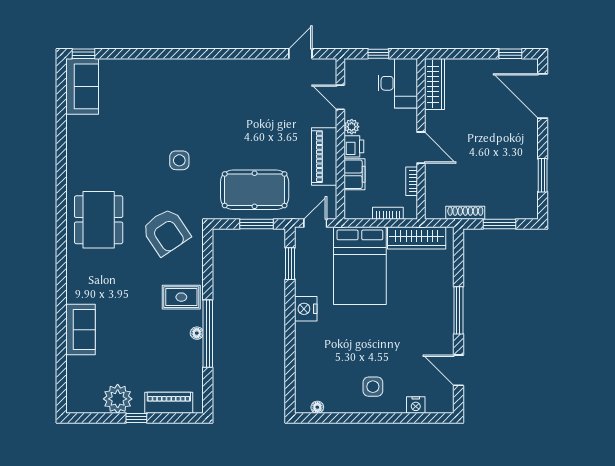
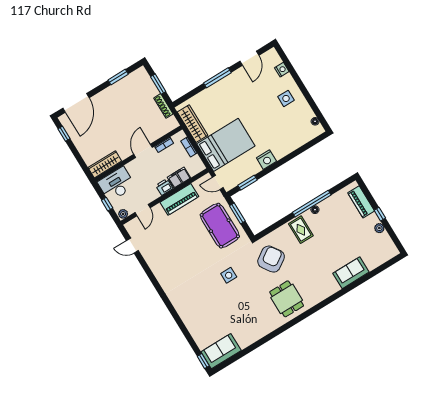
plant: (352, 127) -> (123, 214), moved
dining table: (99, 220) -> (287, 299), width x0.73
plant: (118, 399) -> (379, 228), width x0.53, depth x0.53

